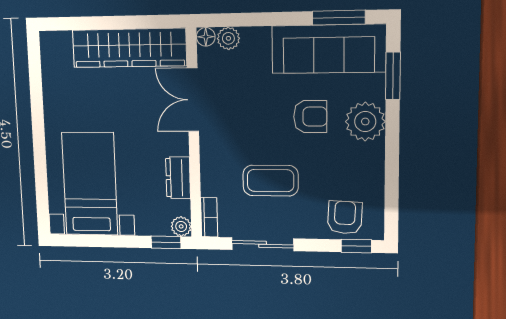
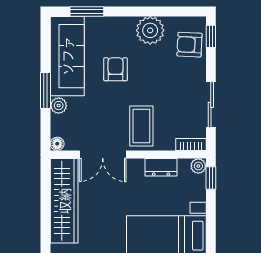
window: (339, 18) -> (46, 91), moved
plant: (228, 38) -> (59, 106), moved
plant: (365, 122) -> (150, 30), moved
coffee table: (271, 181) -> (141, 126), moved

